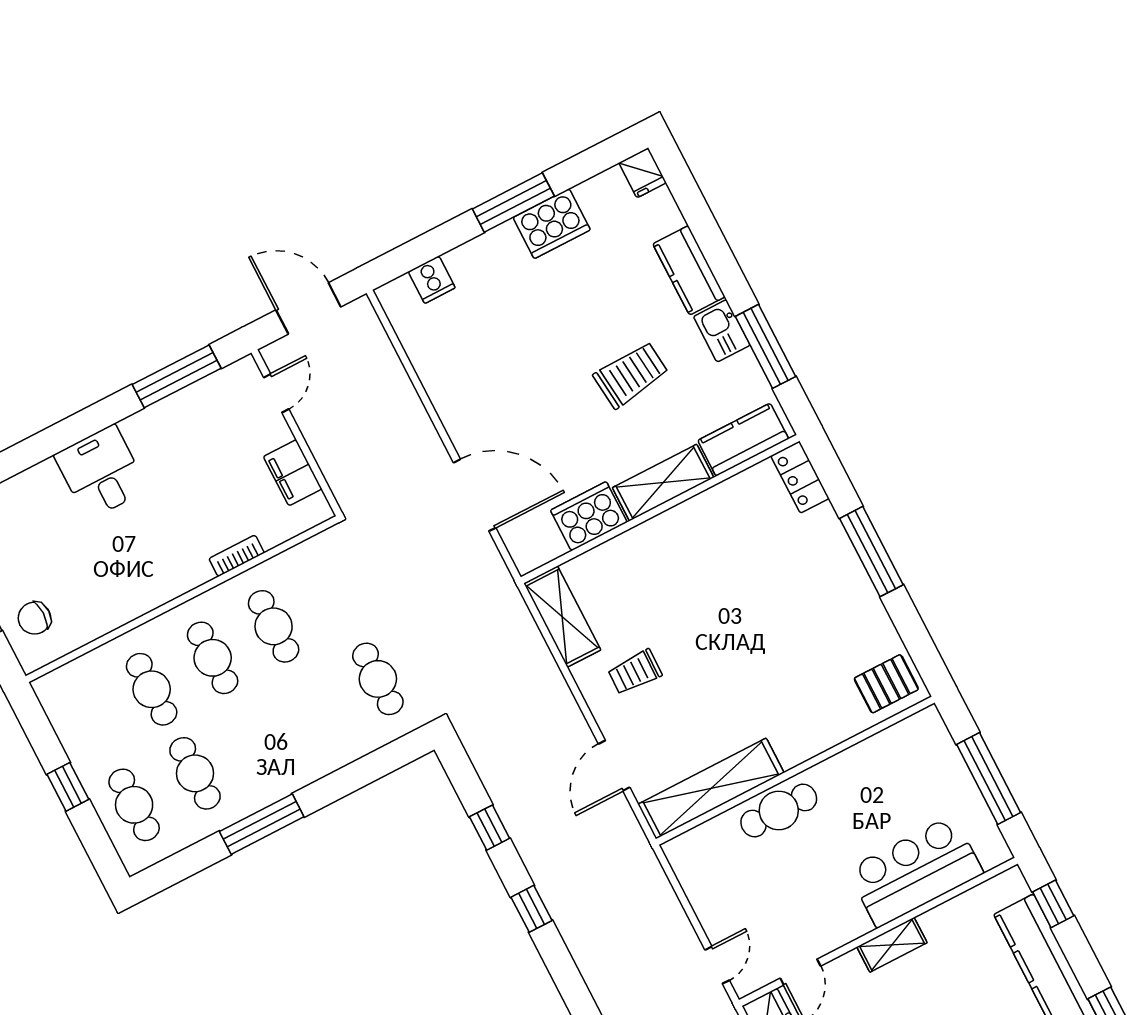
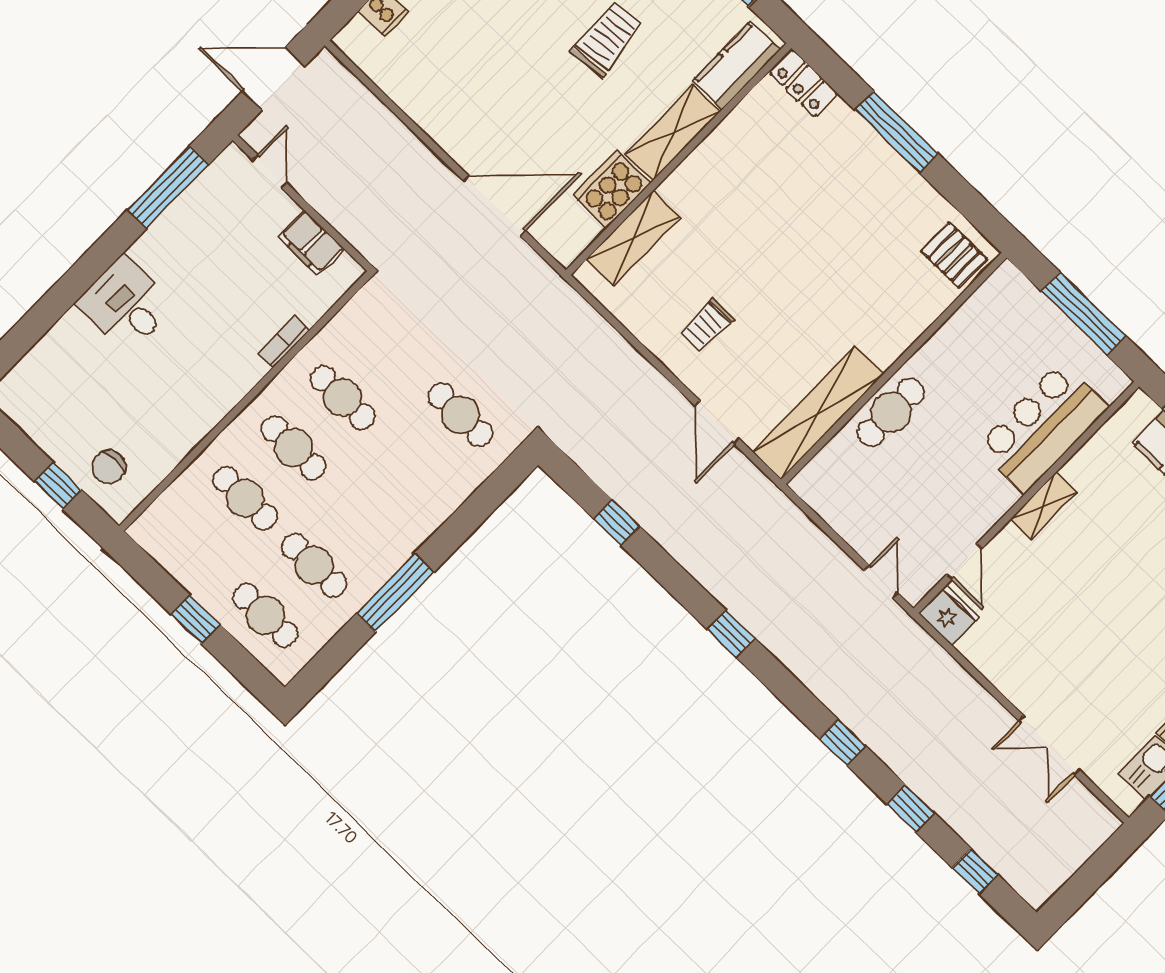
shelving: (562, 617) -> (633, 238), moved, turned 90
pallet: (886, 684) -> (954, 255), turned 90
window: (531, 909) -> (731, 634), moved

